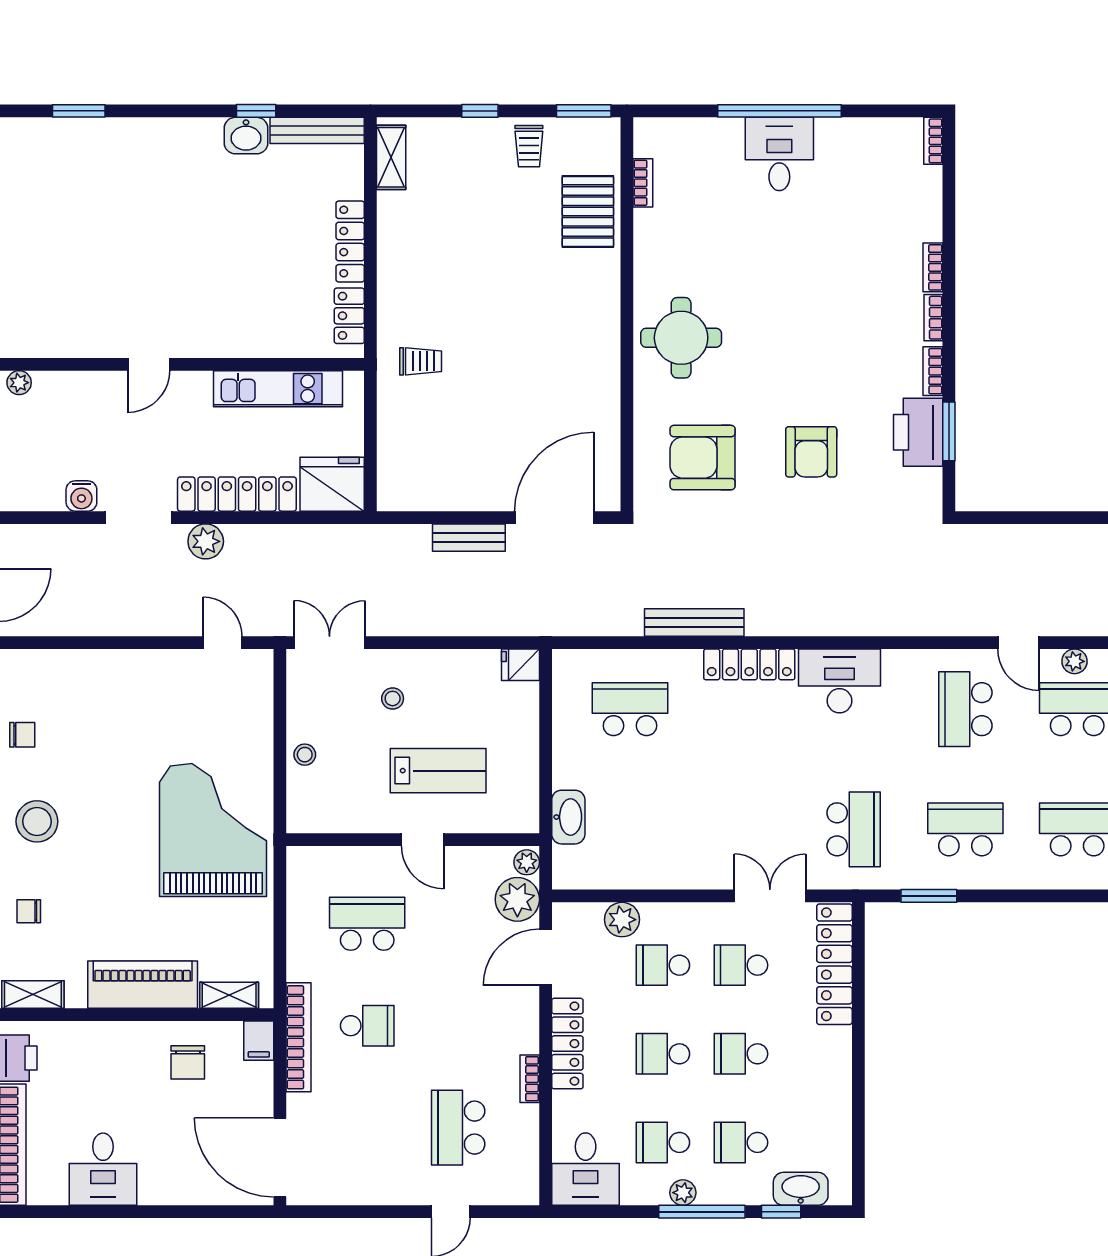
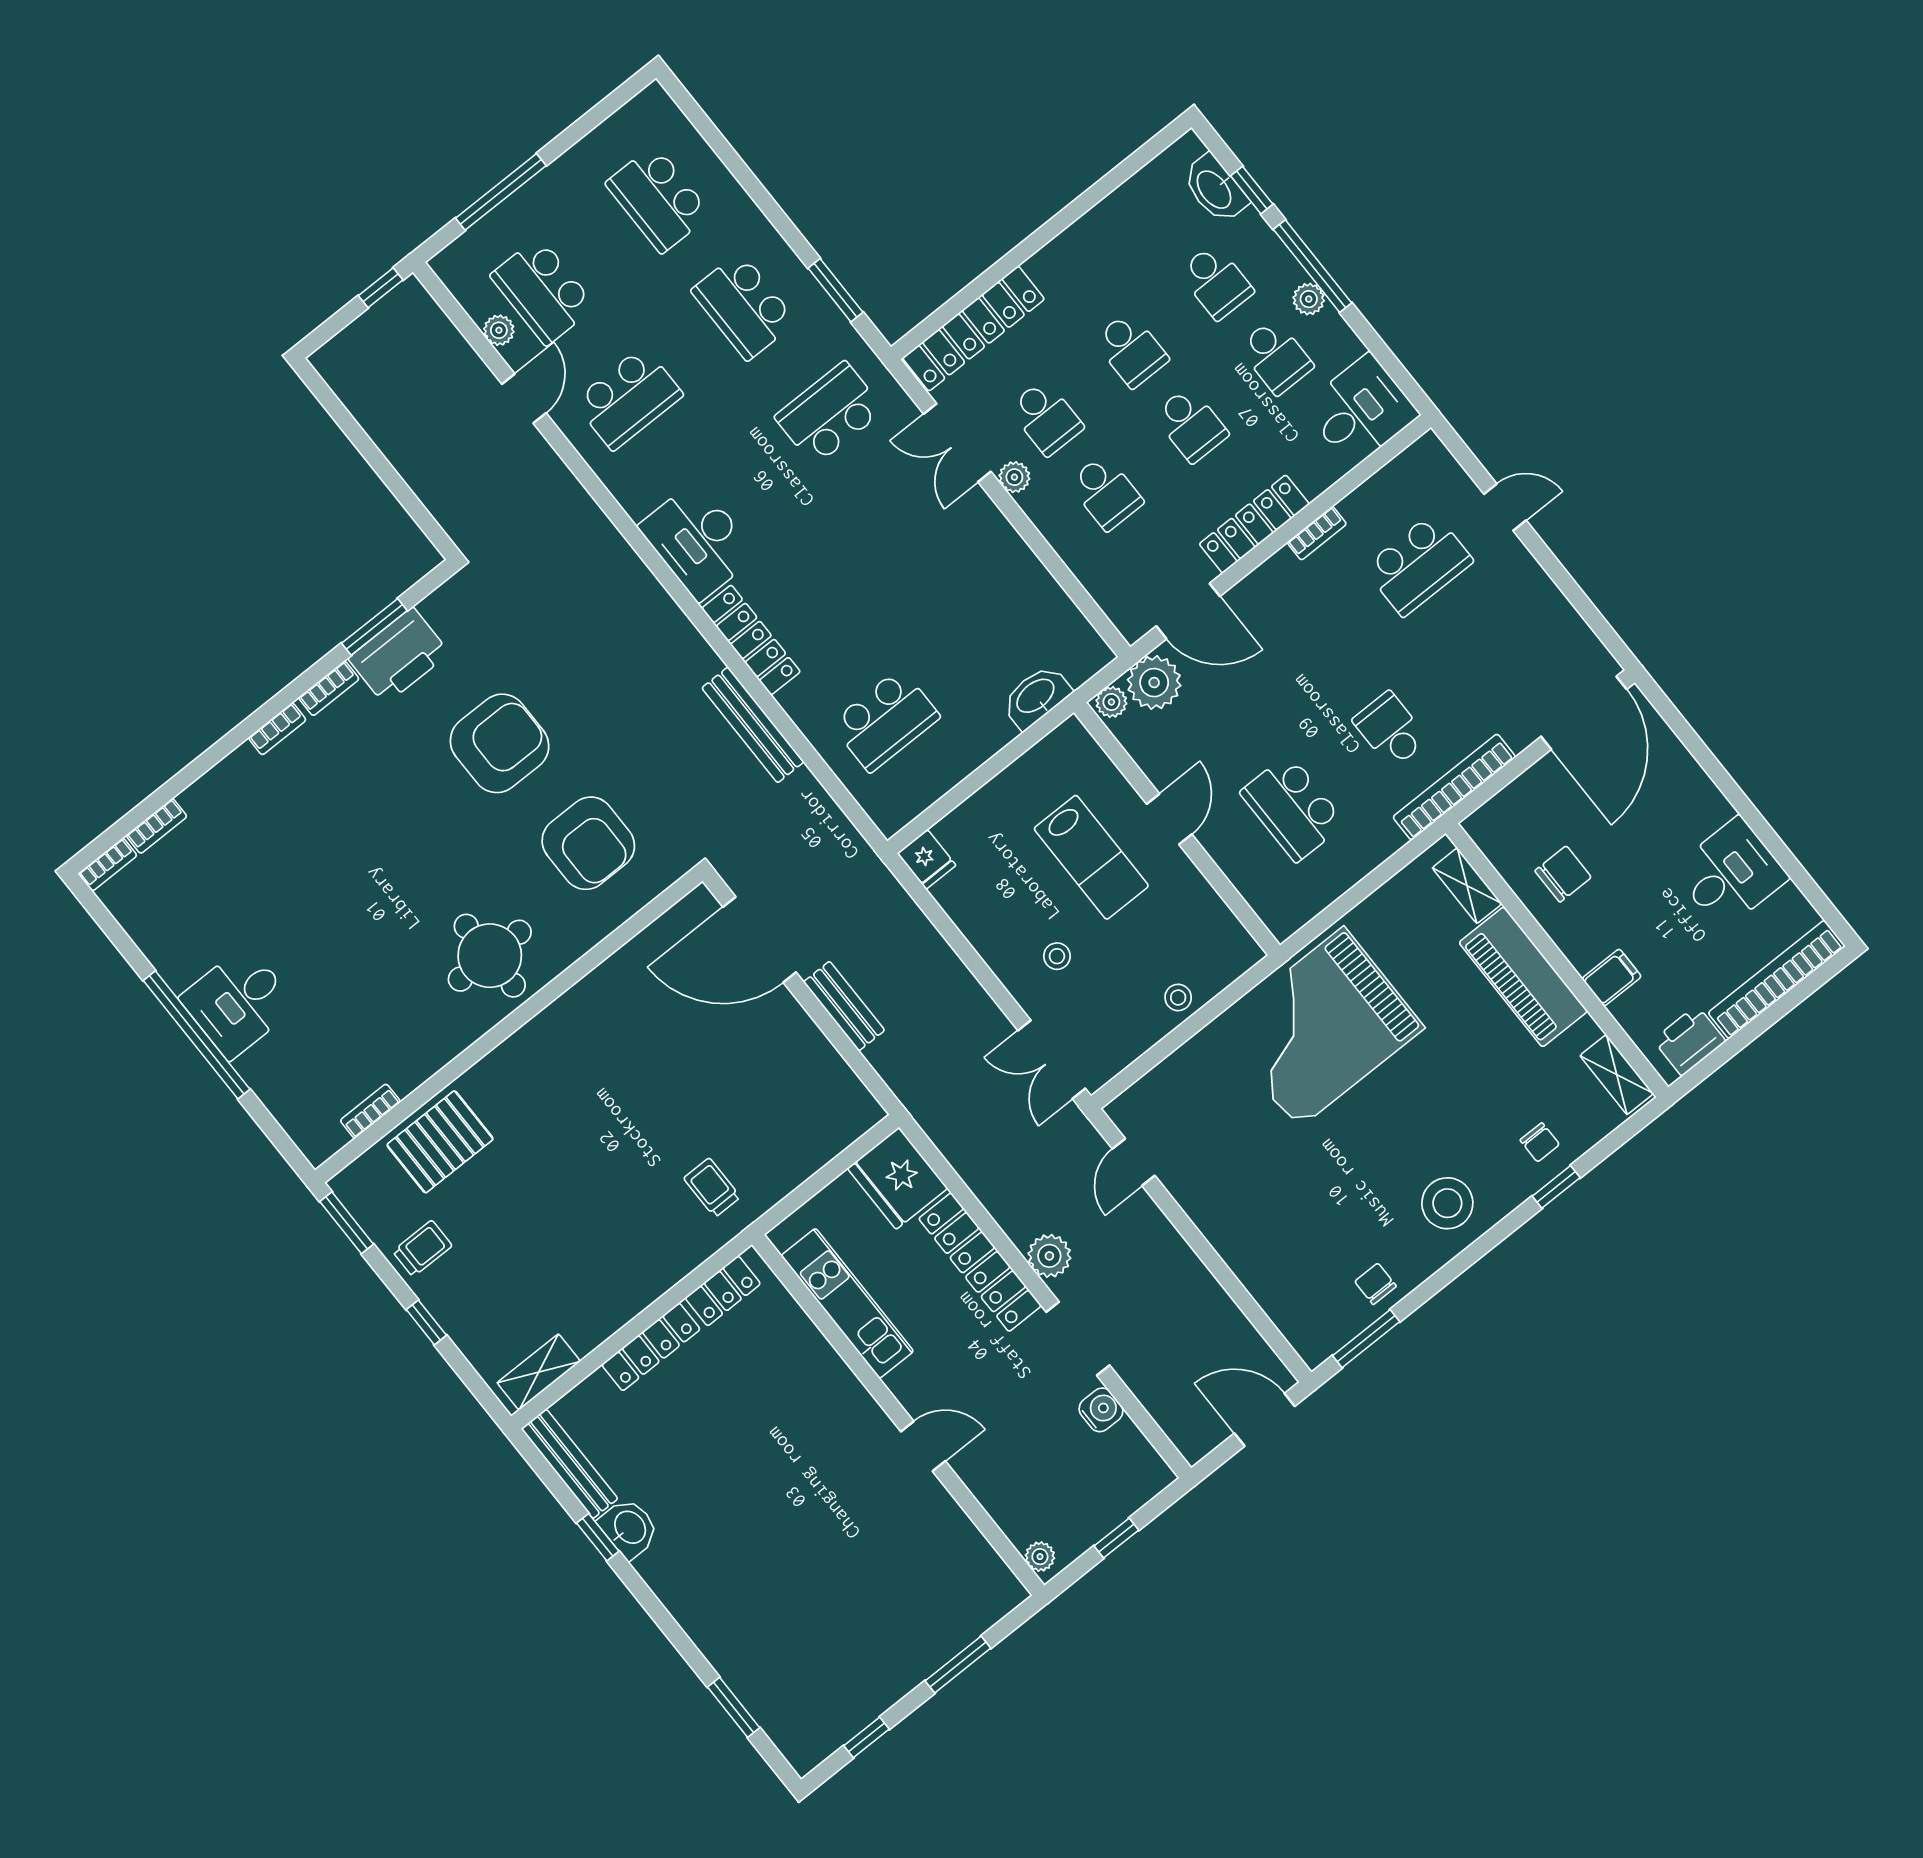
bookcase: (933, 267) -> (157, 826), moved
armchair: (811, 452) -> (500, 743), width x1.36, depth x1.36
school desk: (630, 709) -> (885, 720), turned -90
lab bench: (438, 771) -> (1091, 857), turned 180
plant: (622, 920) -> (1014, 477), moved, width x0.73, depth x0.73
filing cabinet: (259, 1041) -> (1612, 978), moved

